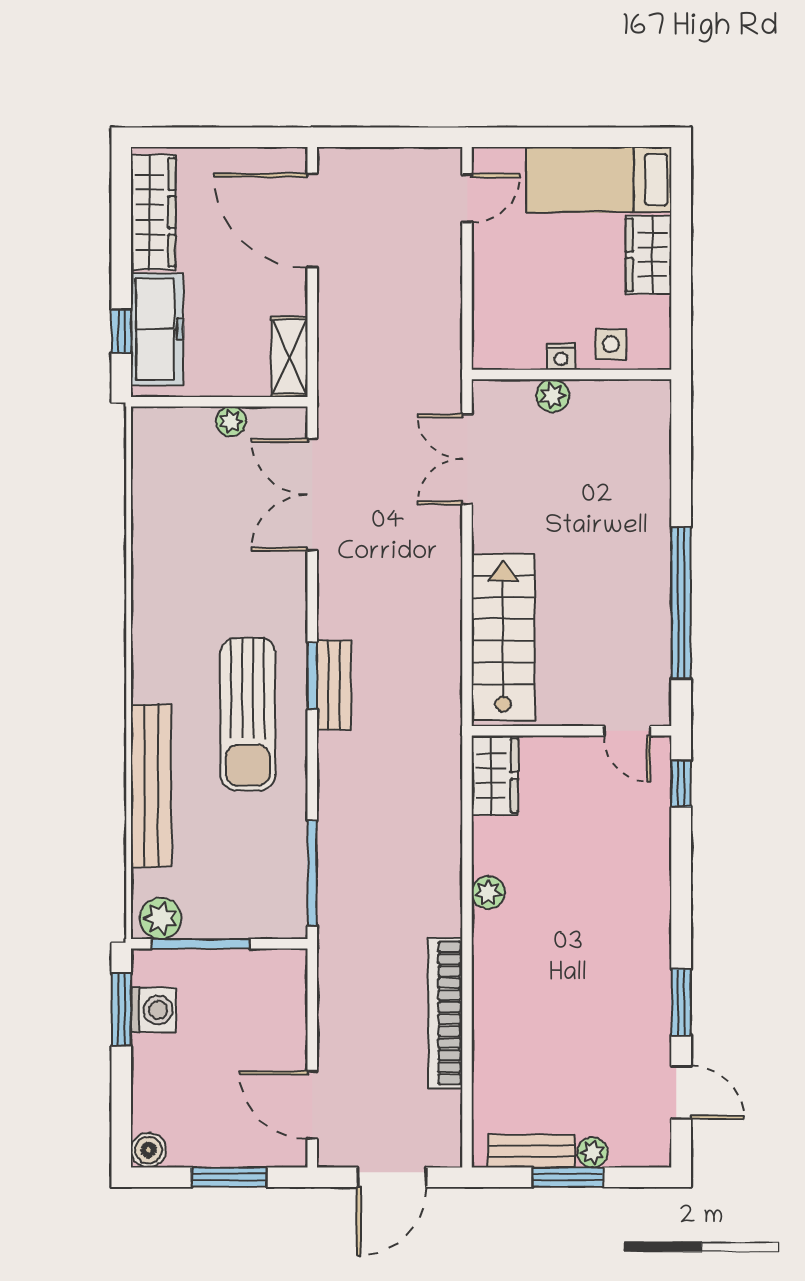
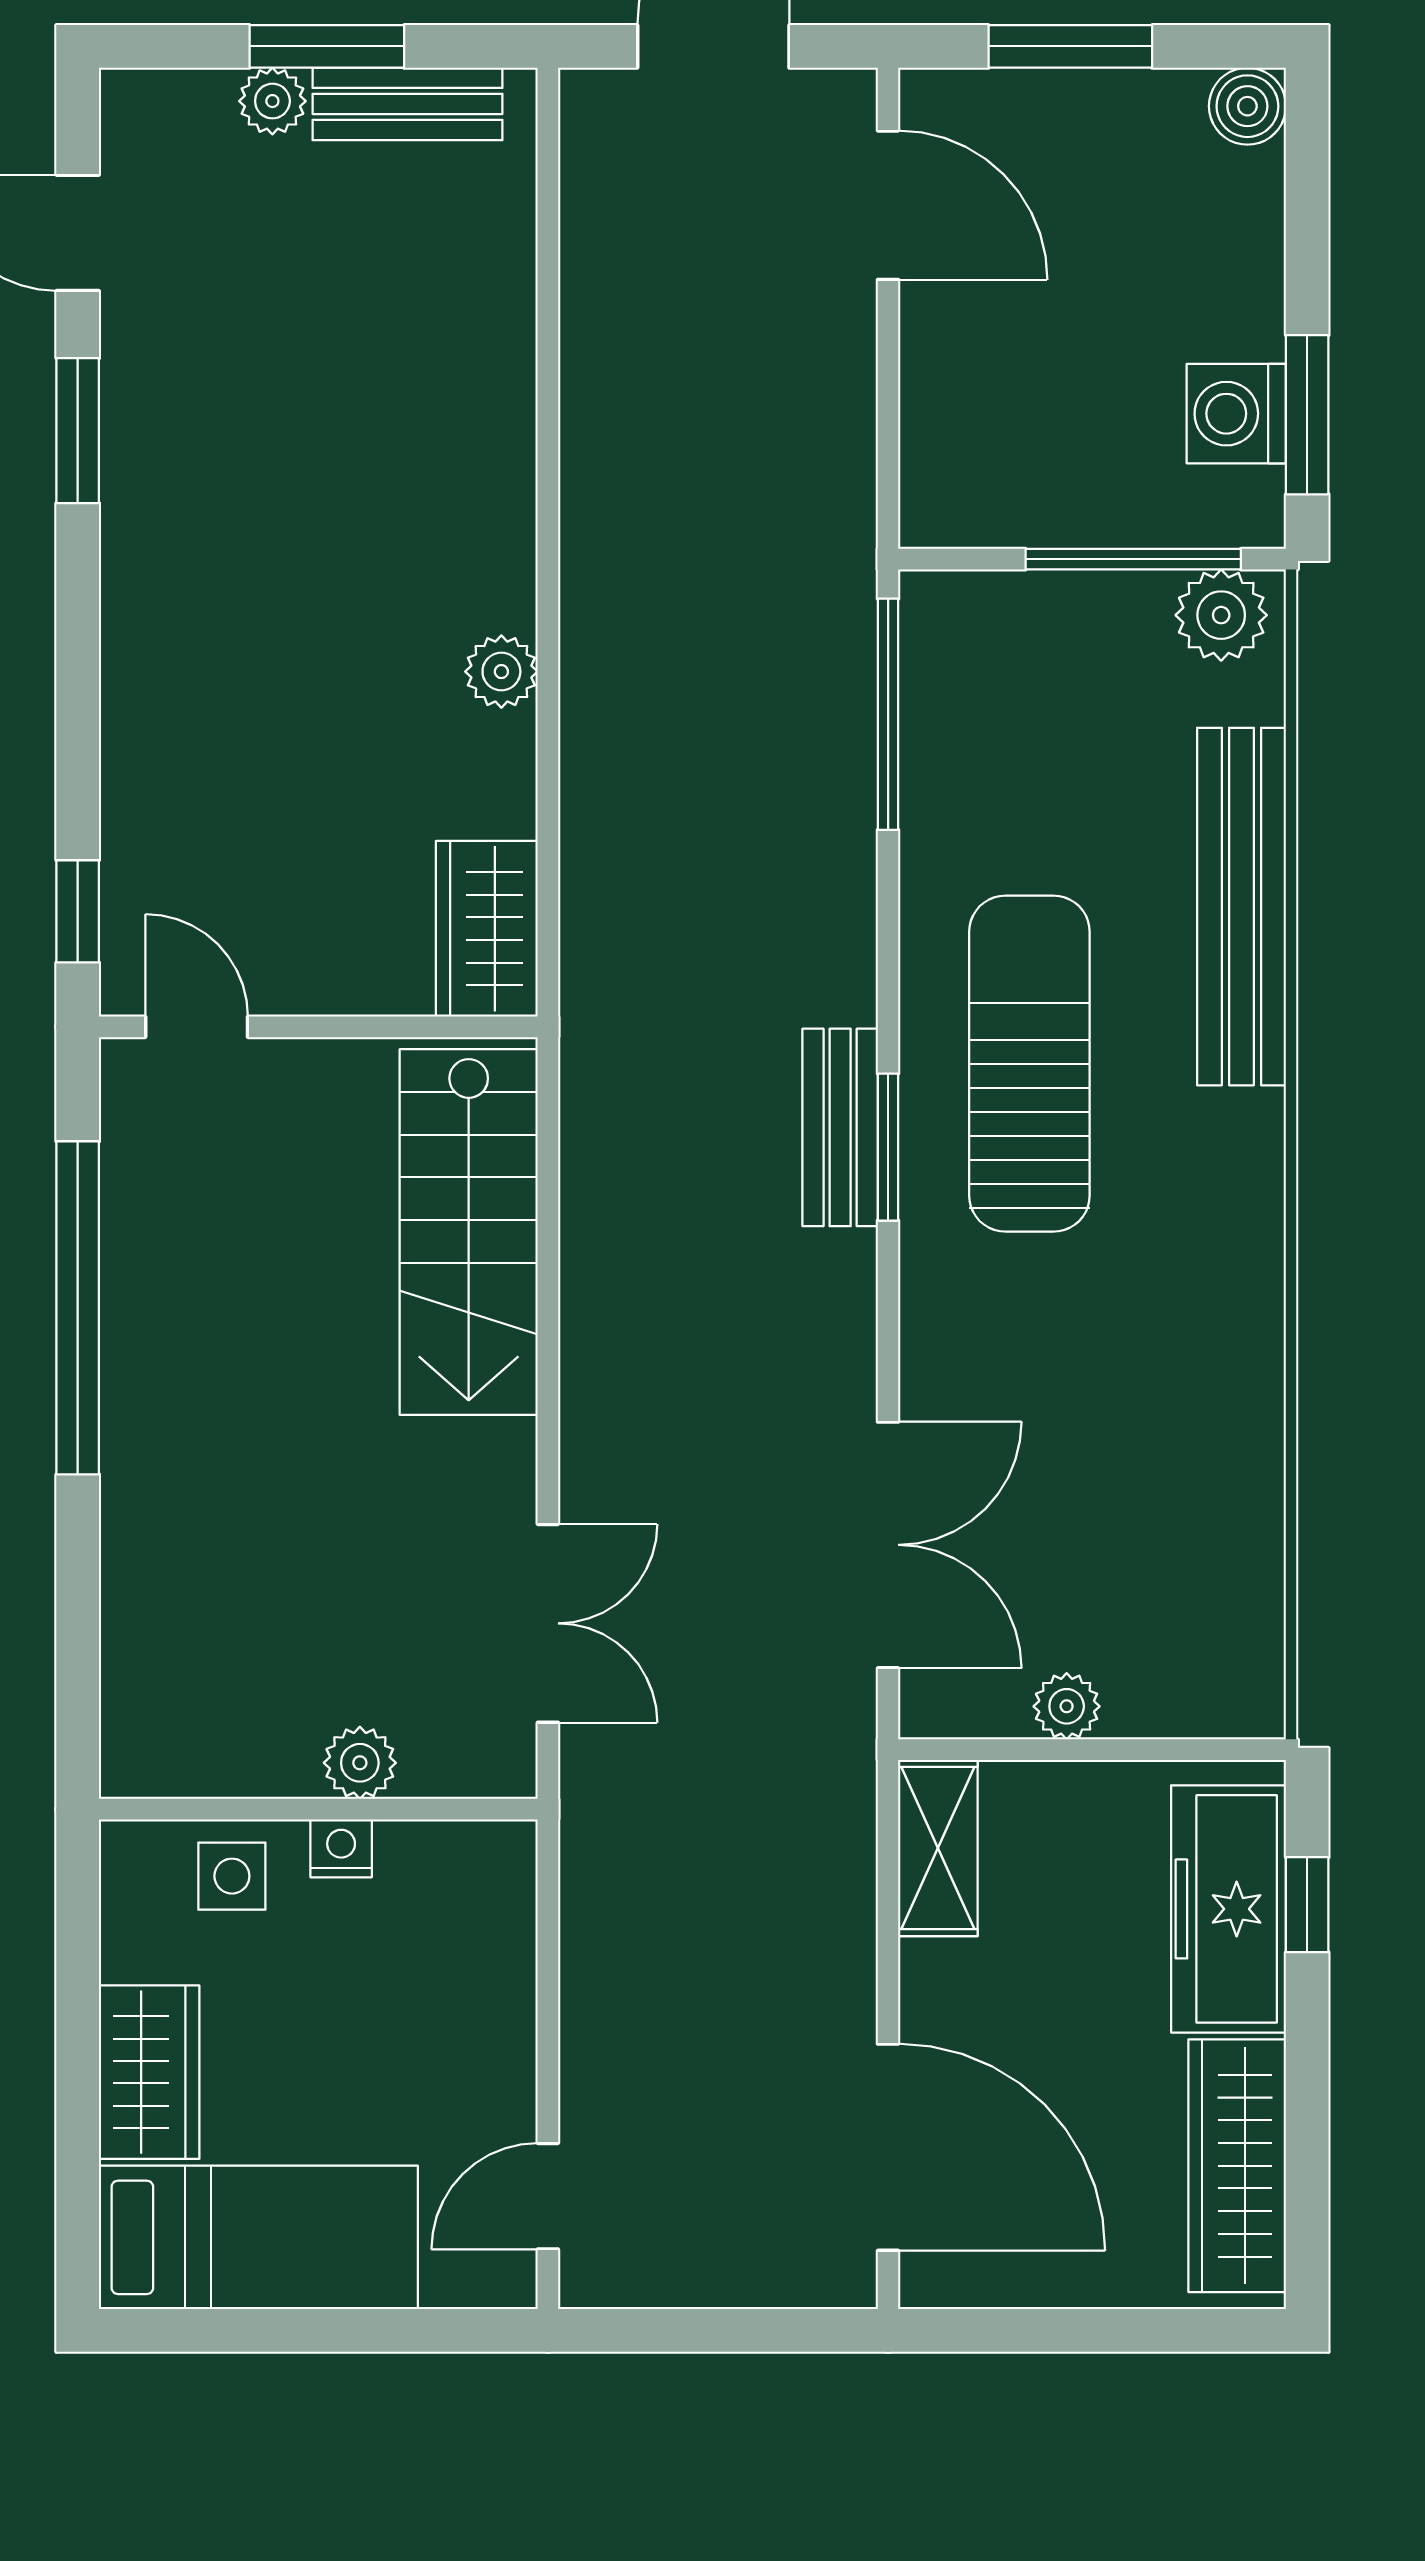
bookcase: (445, 1013) -> (596, 407), removed

